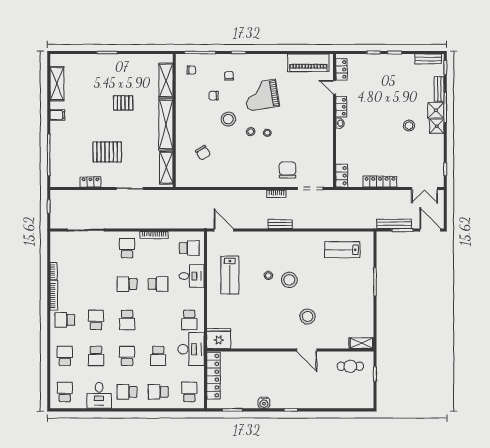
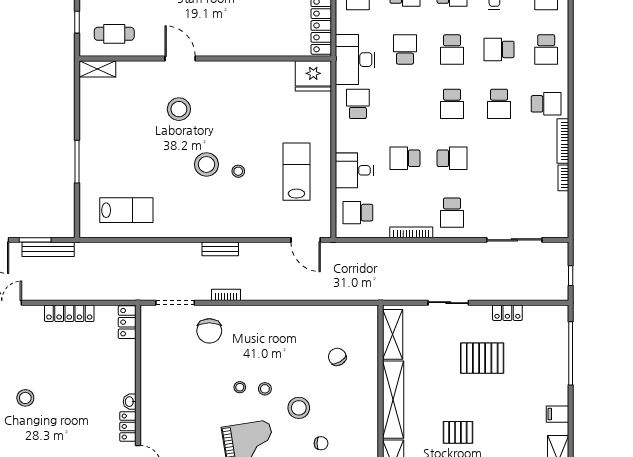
school desk: (127, 320) -> (452, 104), turned 180
school desk: (96, 356) -> (499, 49), turned -90

